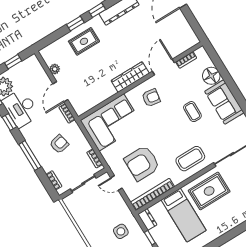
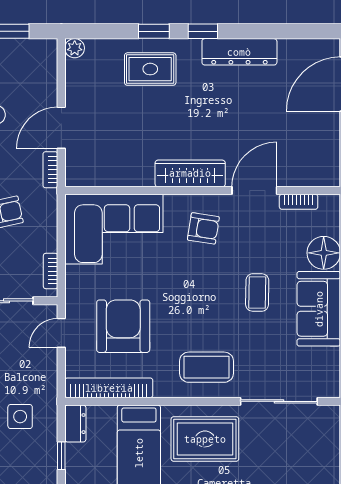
plant: (55, 69) -> (75, 48), moved
armchair: (142, 163) -> (123, 326), turned 90
door: (116, 183) -> (61, 333), hinge flipped

